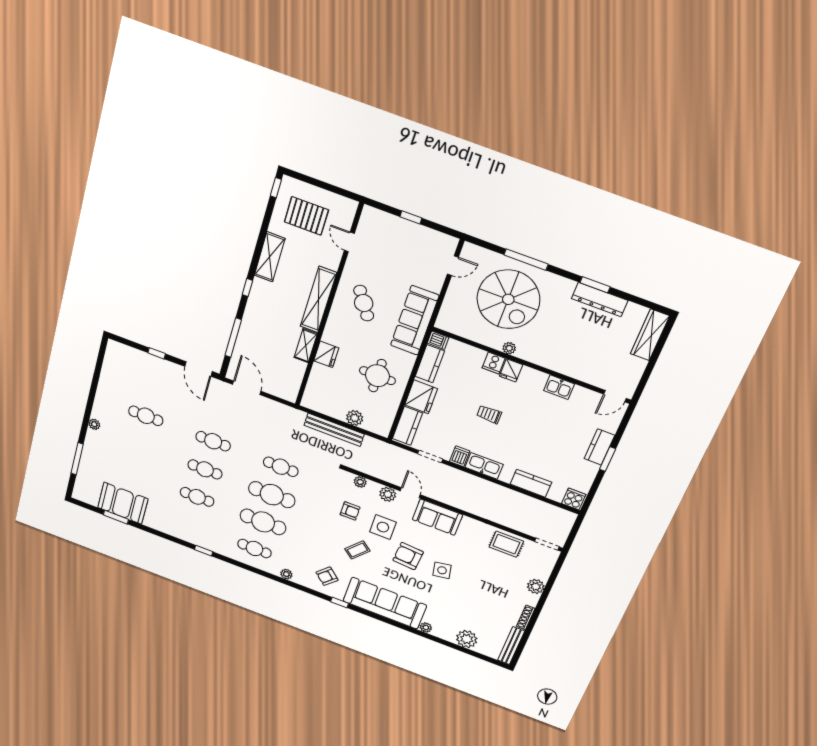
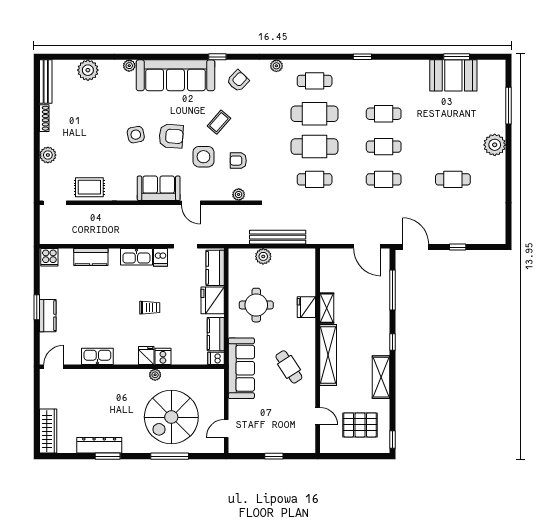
spiral stairs: (508, 299) -> (171, 417), turned -90
kitchen sink: (559, 387) -> (97, 356), width x1.38
plant: (94, 424) -> (495, 145), width x1.87, depth x1.87
plant: (388, 494) -> (210, 193), removed

